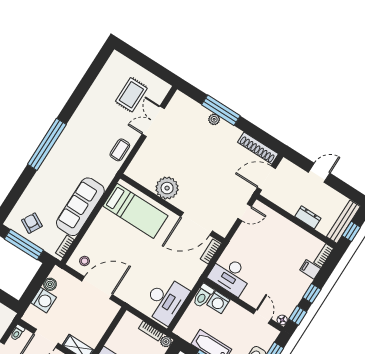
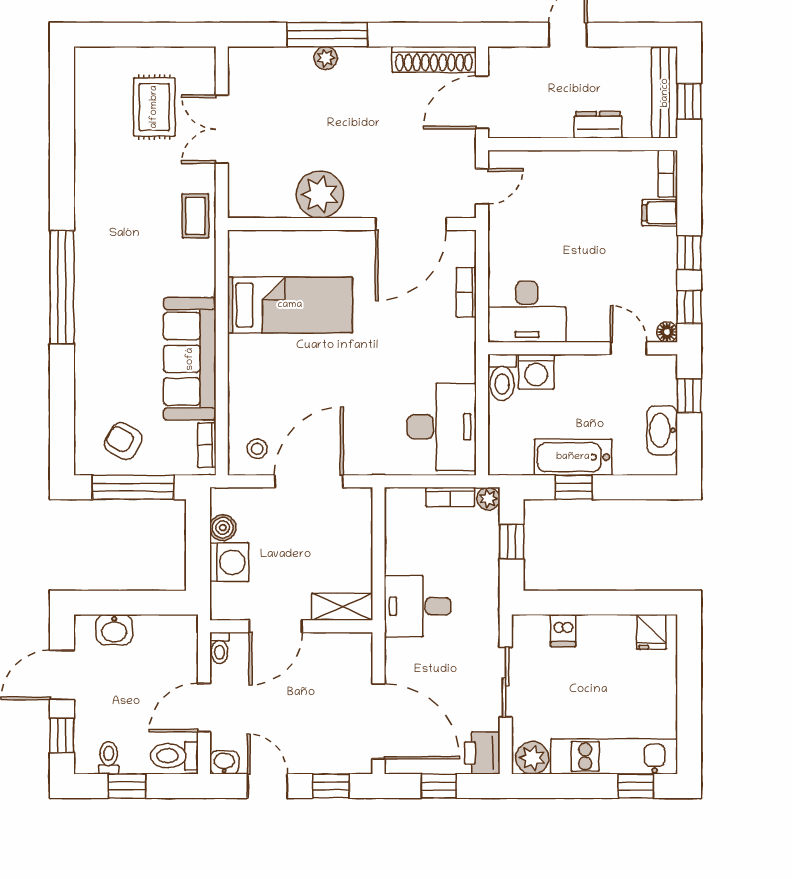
plant: (167, 188) -> (320, 194), moved
wall: (172, 208) -> (352, 224), moved
door: (197, 224) -> (411, 224), moved

